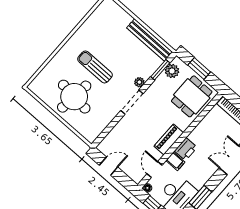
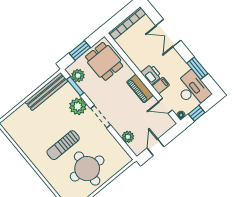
plant: (139, 82) -> (78, 106), width x1.88, depth x1.88
plant: (115, 135) -> (128, 137), added

